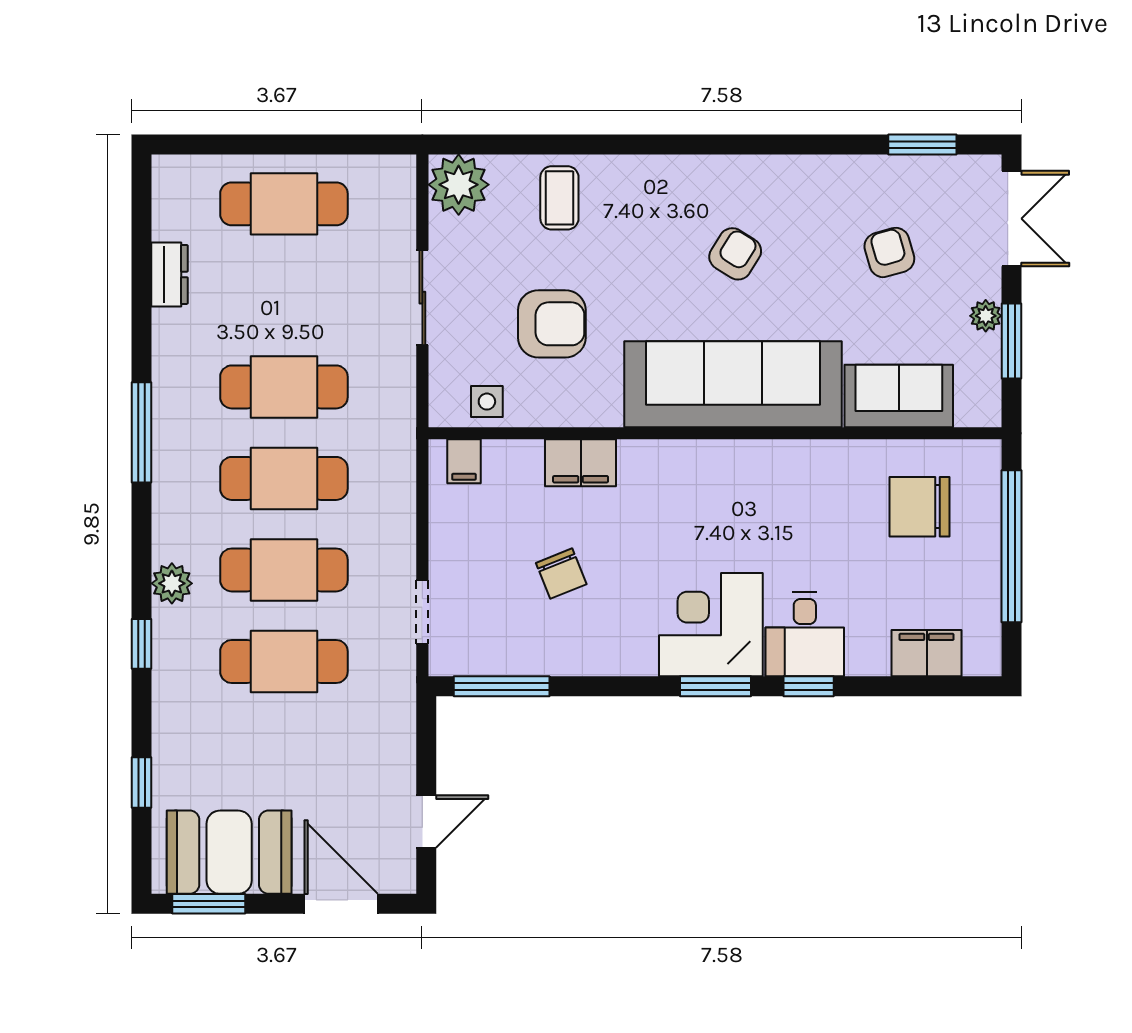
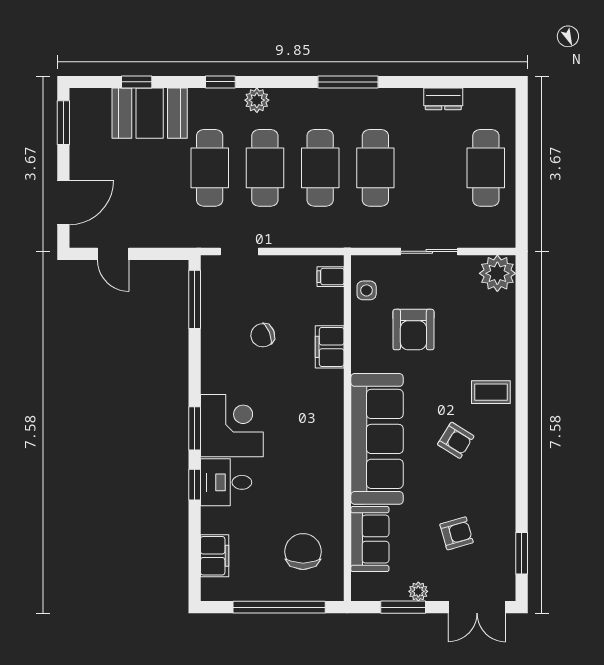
coffee table: (559, 198) -> (491, 392), moved
booth: (229, 852) -> (150, 113), moved, turned 90

